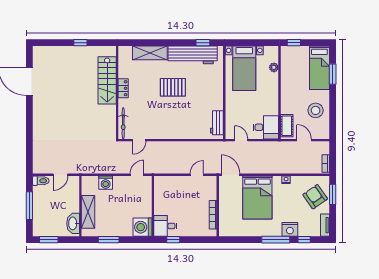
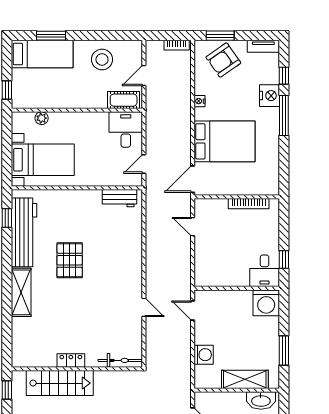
stairs: (107, 80) -> (60, 383), moved
locker: (123, 88) -> (71, 360), moved
wall: (117, 92) -> (77, 369), moved
bicycle: (123, 123) -> (120, 360), moved

